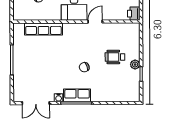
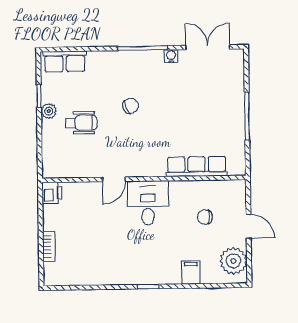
row of seats: (77, 95) -> (65, 61), moved

